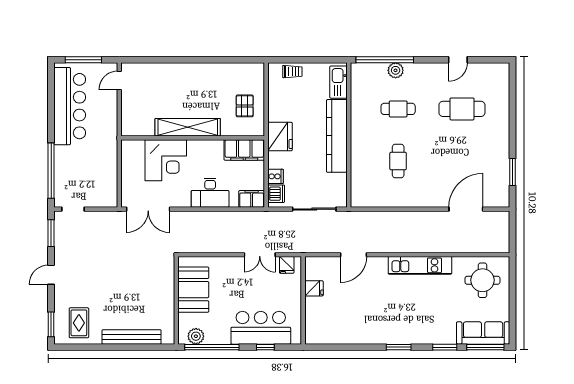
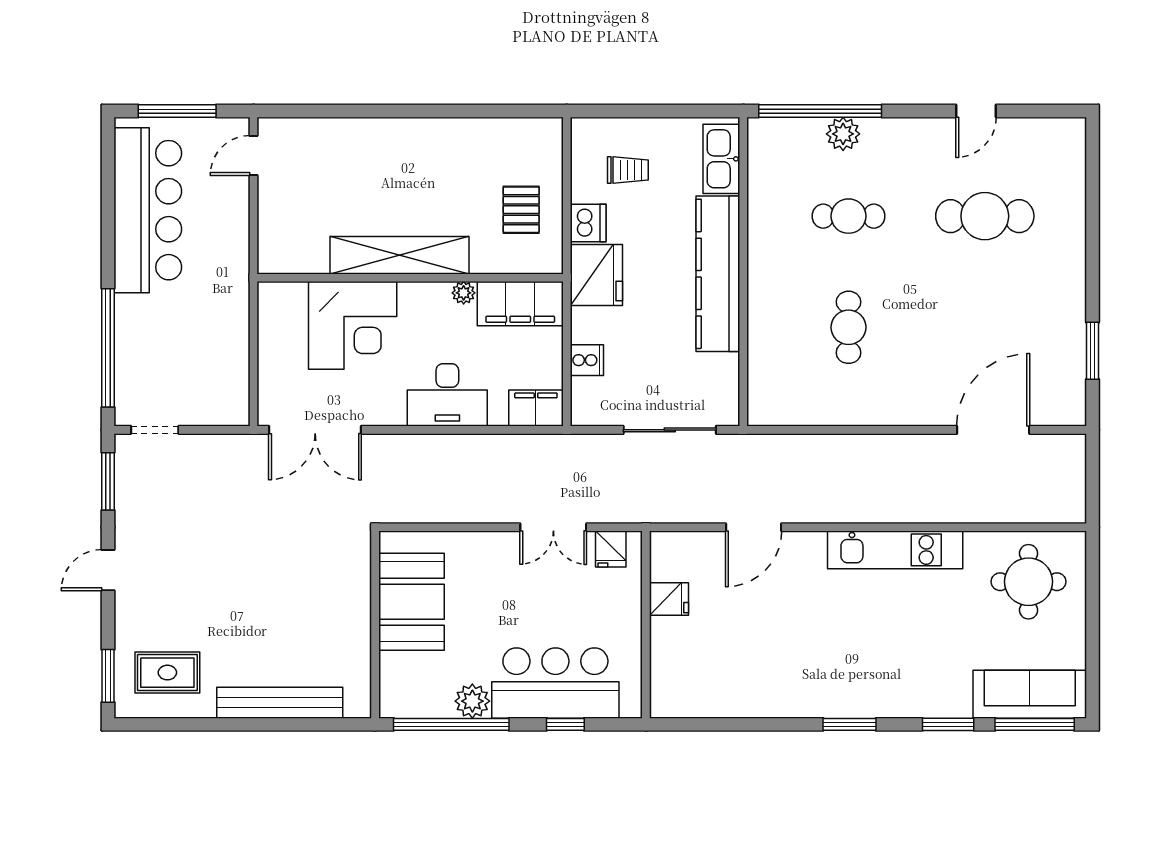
trolley: (292, 72) -> (628, 170), moved
plant: (218, 145) -> (464, 293), added
dishwasher: (276, 194) -> (588, 223), moved
rug: (79, 323) -> (167, 673), turned 90
plant: (196, 336) -> (472, 701), moved

